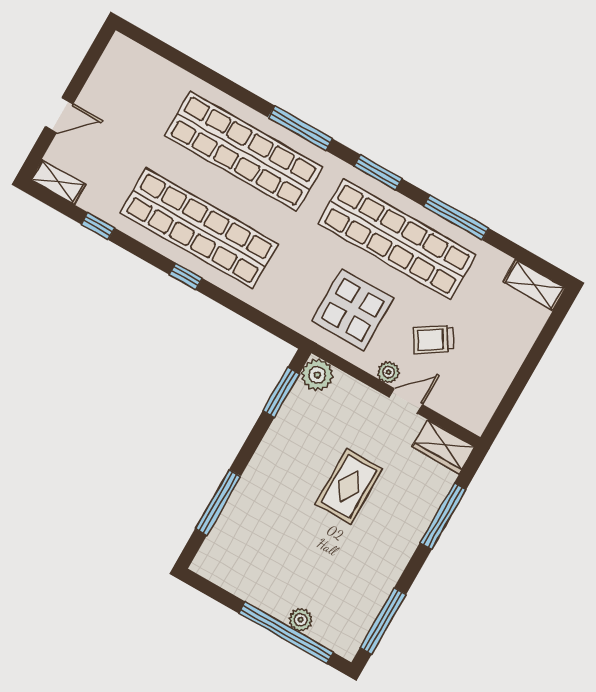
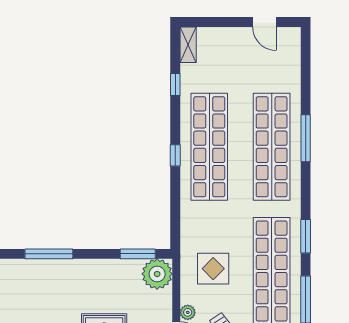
door: (59, 115) -> (264, 22), moved
window: (300, 128) -> (306, 138), moved
display table: (353, 310) -> (213, 269), width x0.73, depth x0.73
plant: (317, 375) -> (157, 274), width x1.36, depth x1.36

